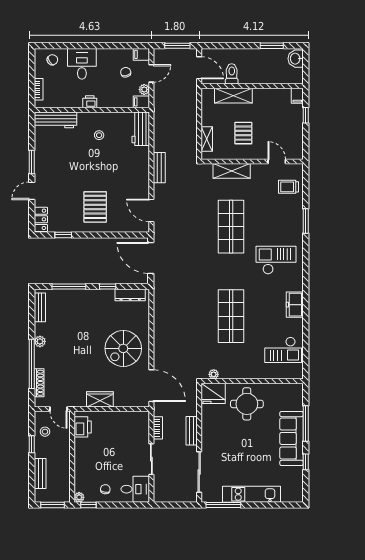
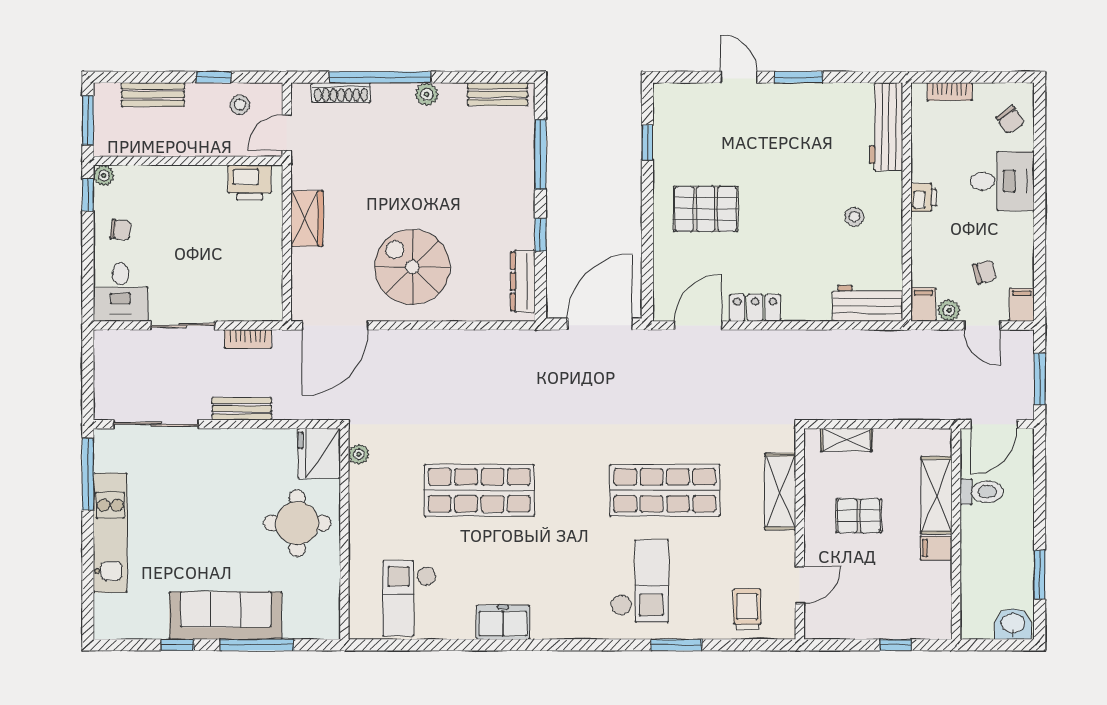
filing cabinet: (297, 96) -> (936, 548), moved
bench: (159, 168) -> (787, 342), removed
locker: (41, 219) -> (755, 308), moved, turned 180
checkout: (276, 260) -> (640, 581), moved

